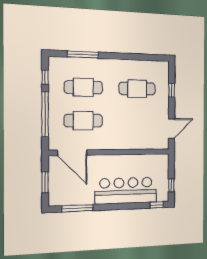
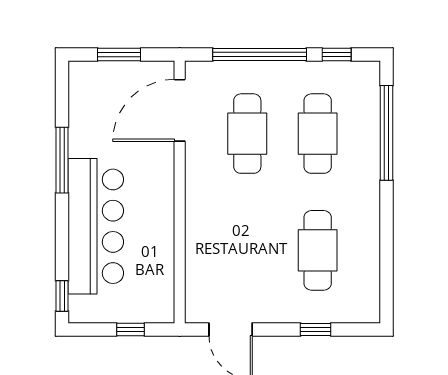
window: (83, 55) -> (386, 133), width x1.46
window: (171, 185) -> (131, 329), moved
window: (77, 208) -> (62, 160), moved

